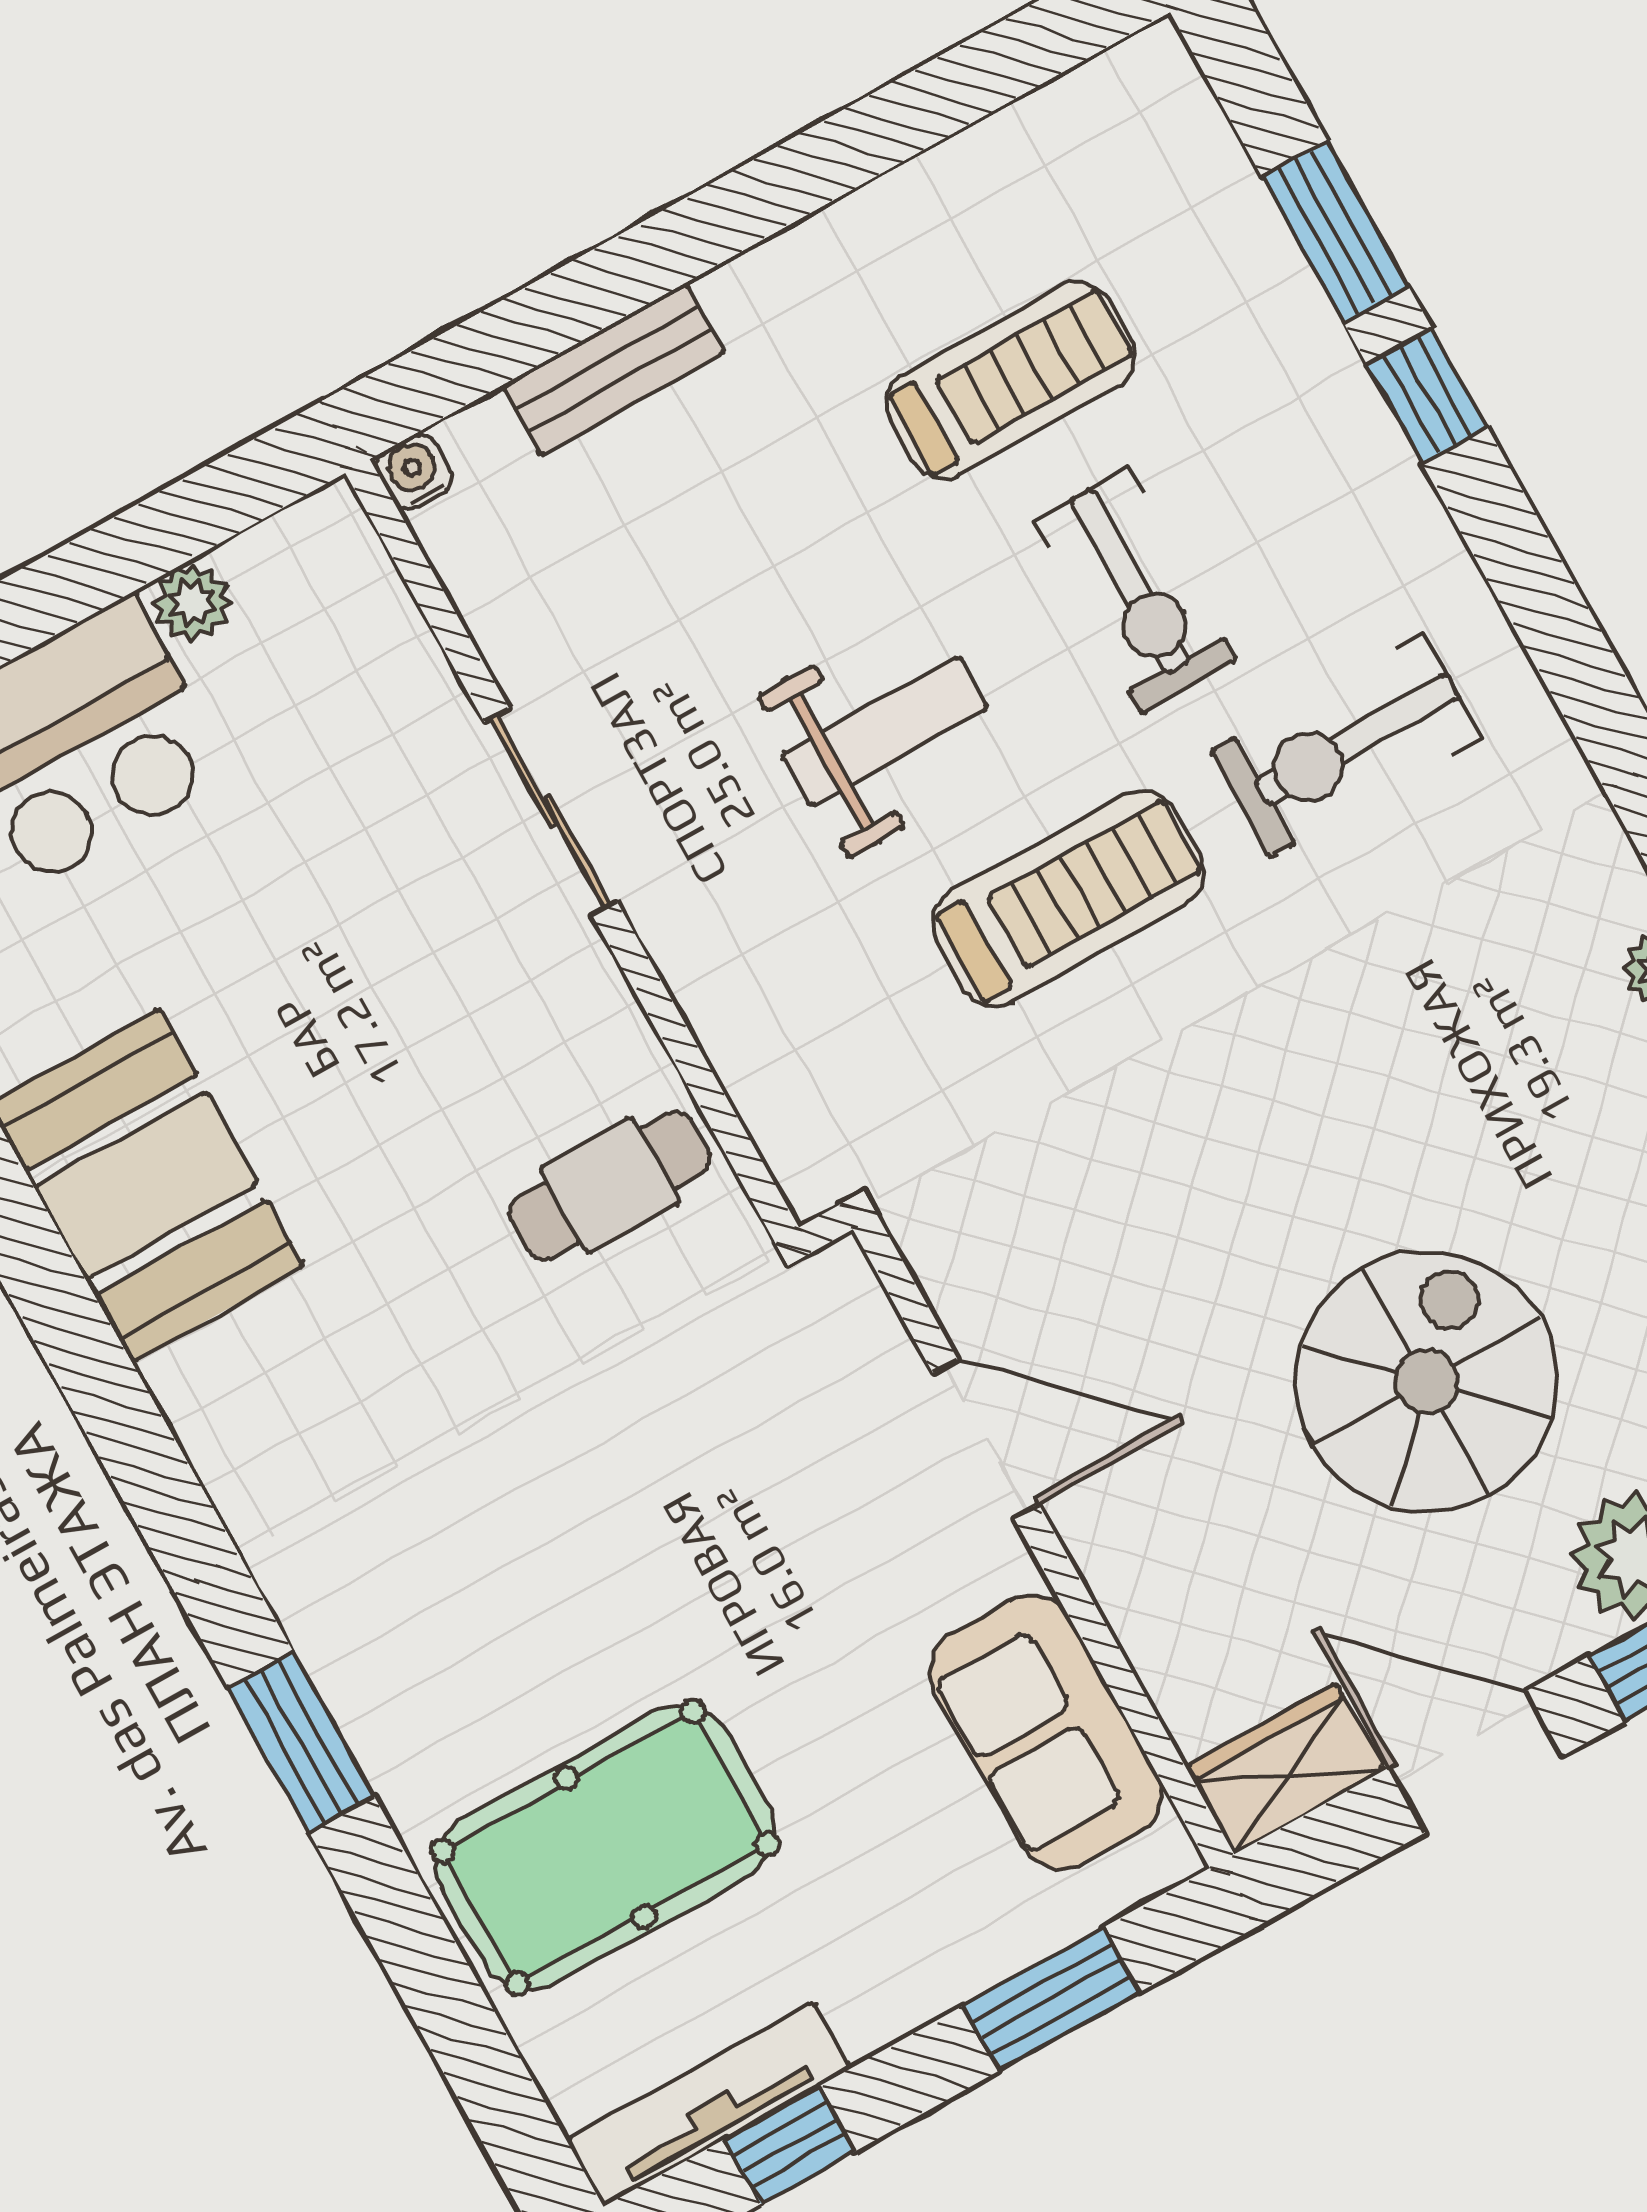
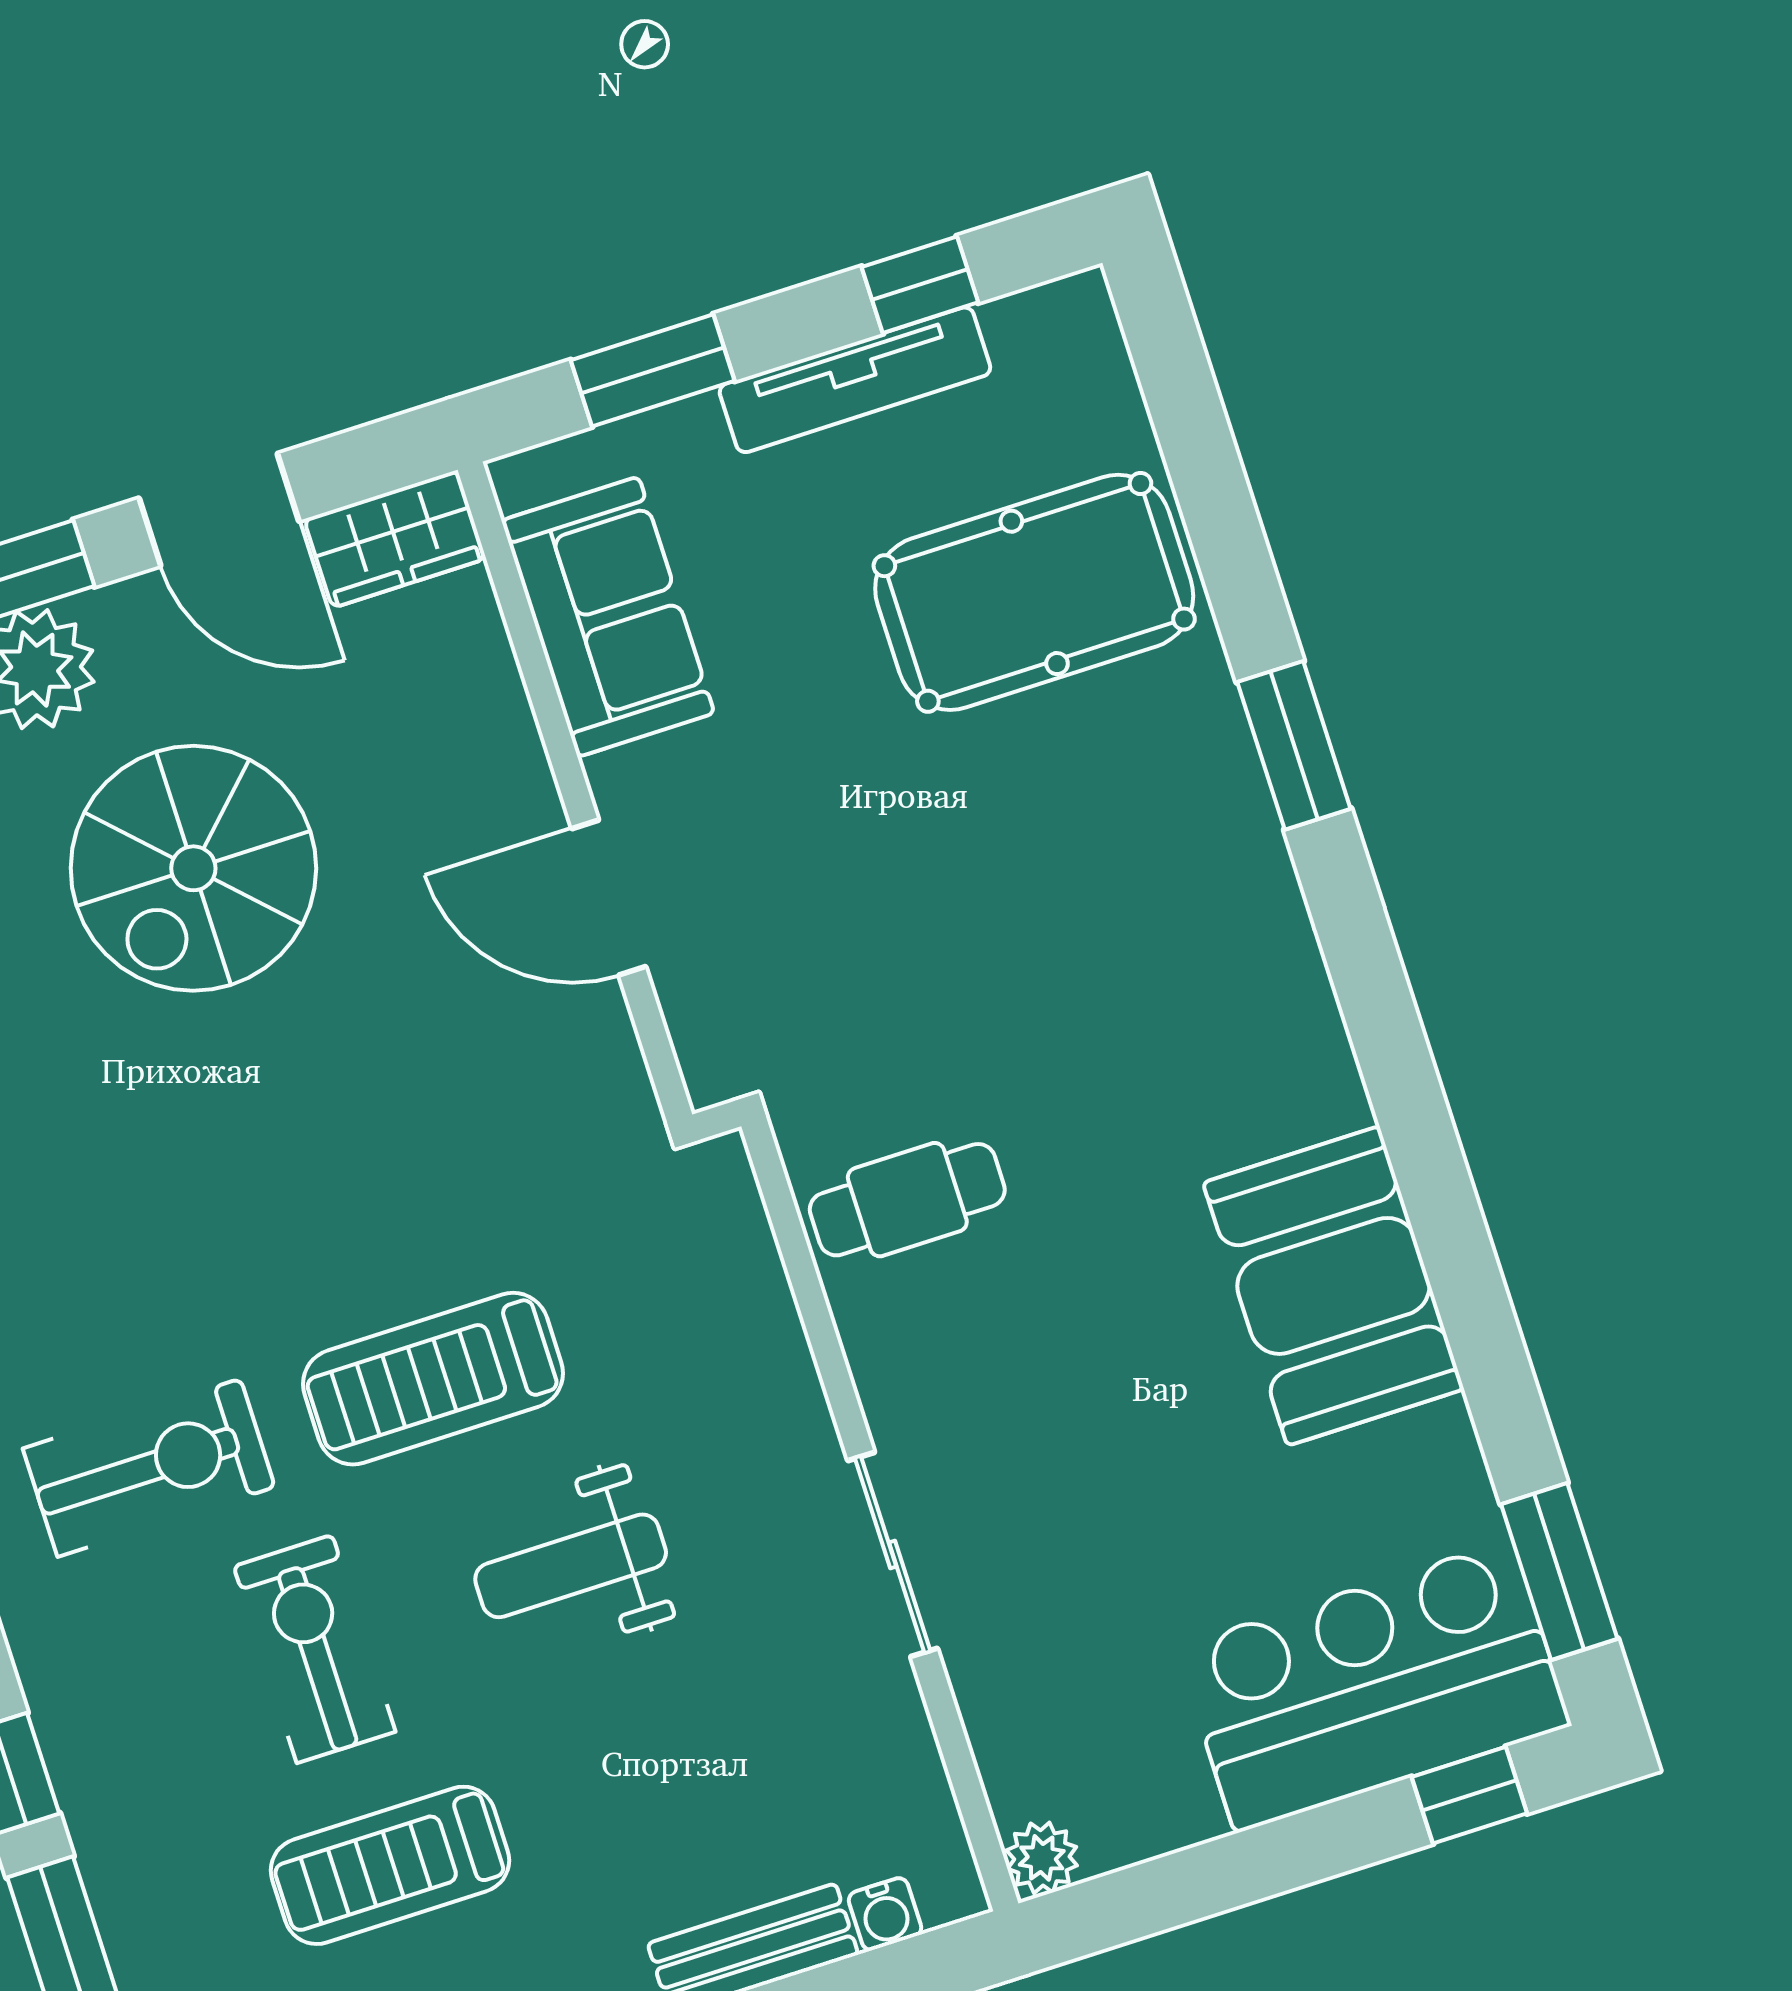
water cooler: (414, 472) -> (885, 1914), moved
plant: (193, 603) -> (1042, 1858), moved
tv unit: (709, 2104) -> (855, 380), moved

